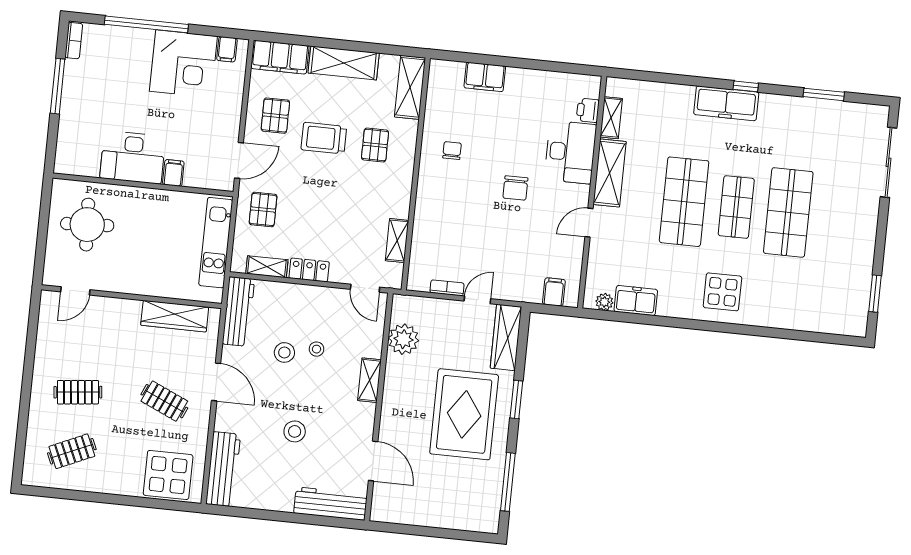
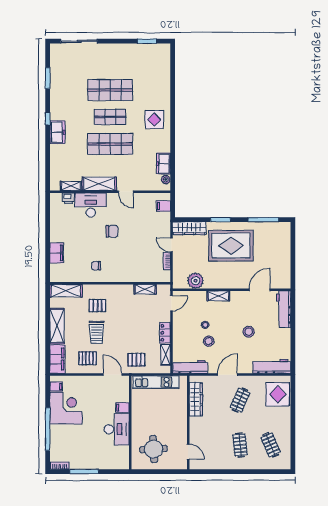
freezer: (726, 103) -> (57, 132), width x0.71

